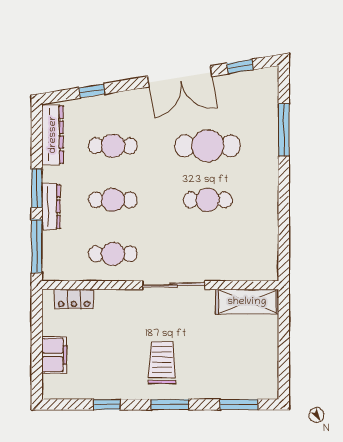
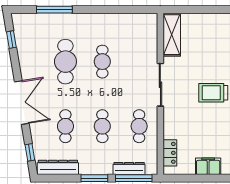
double door: (180, 76) -> (22, 103), moved
window: (92, 91) -> (30, 152), moved
dresser: (51, 206) -> (129, 168), moved

